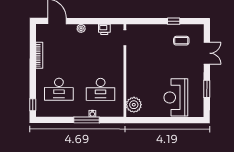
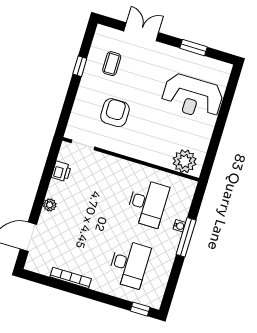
armchair: (151, 52) -> (115, 113), added

